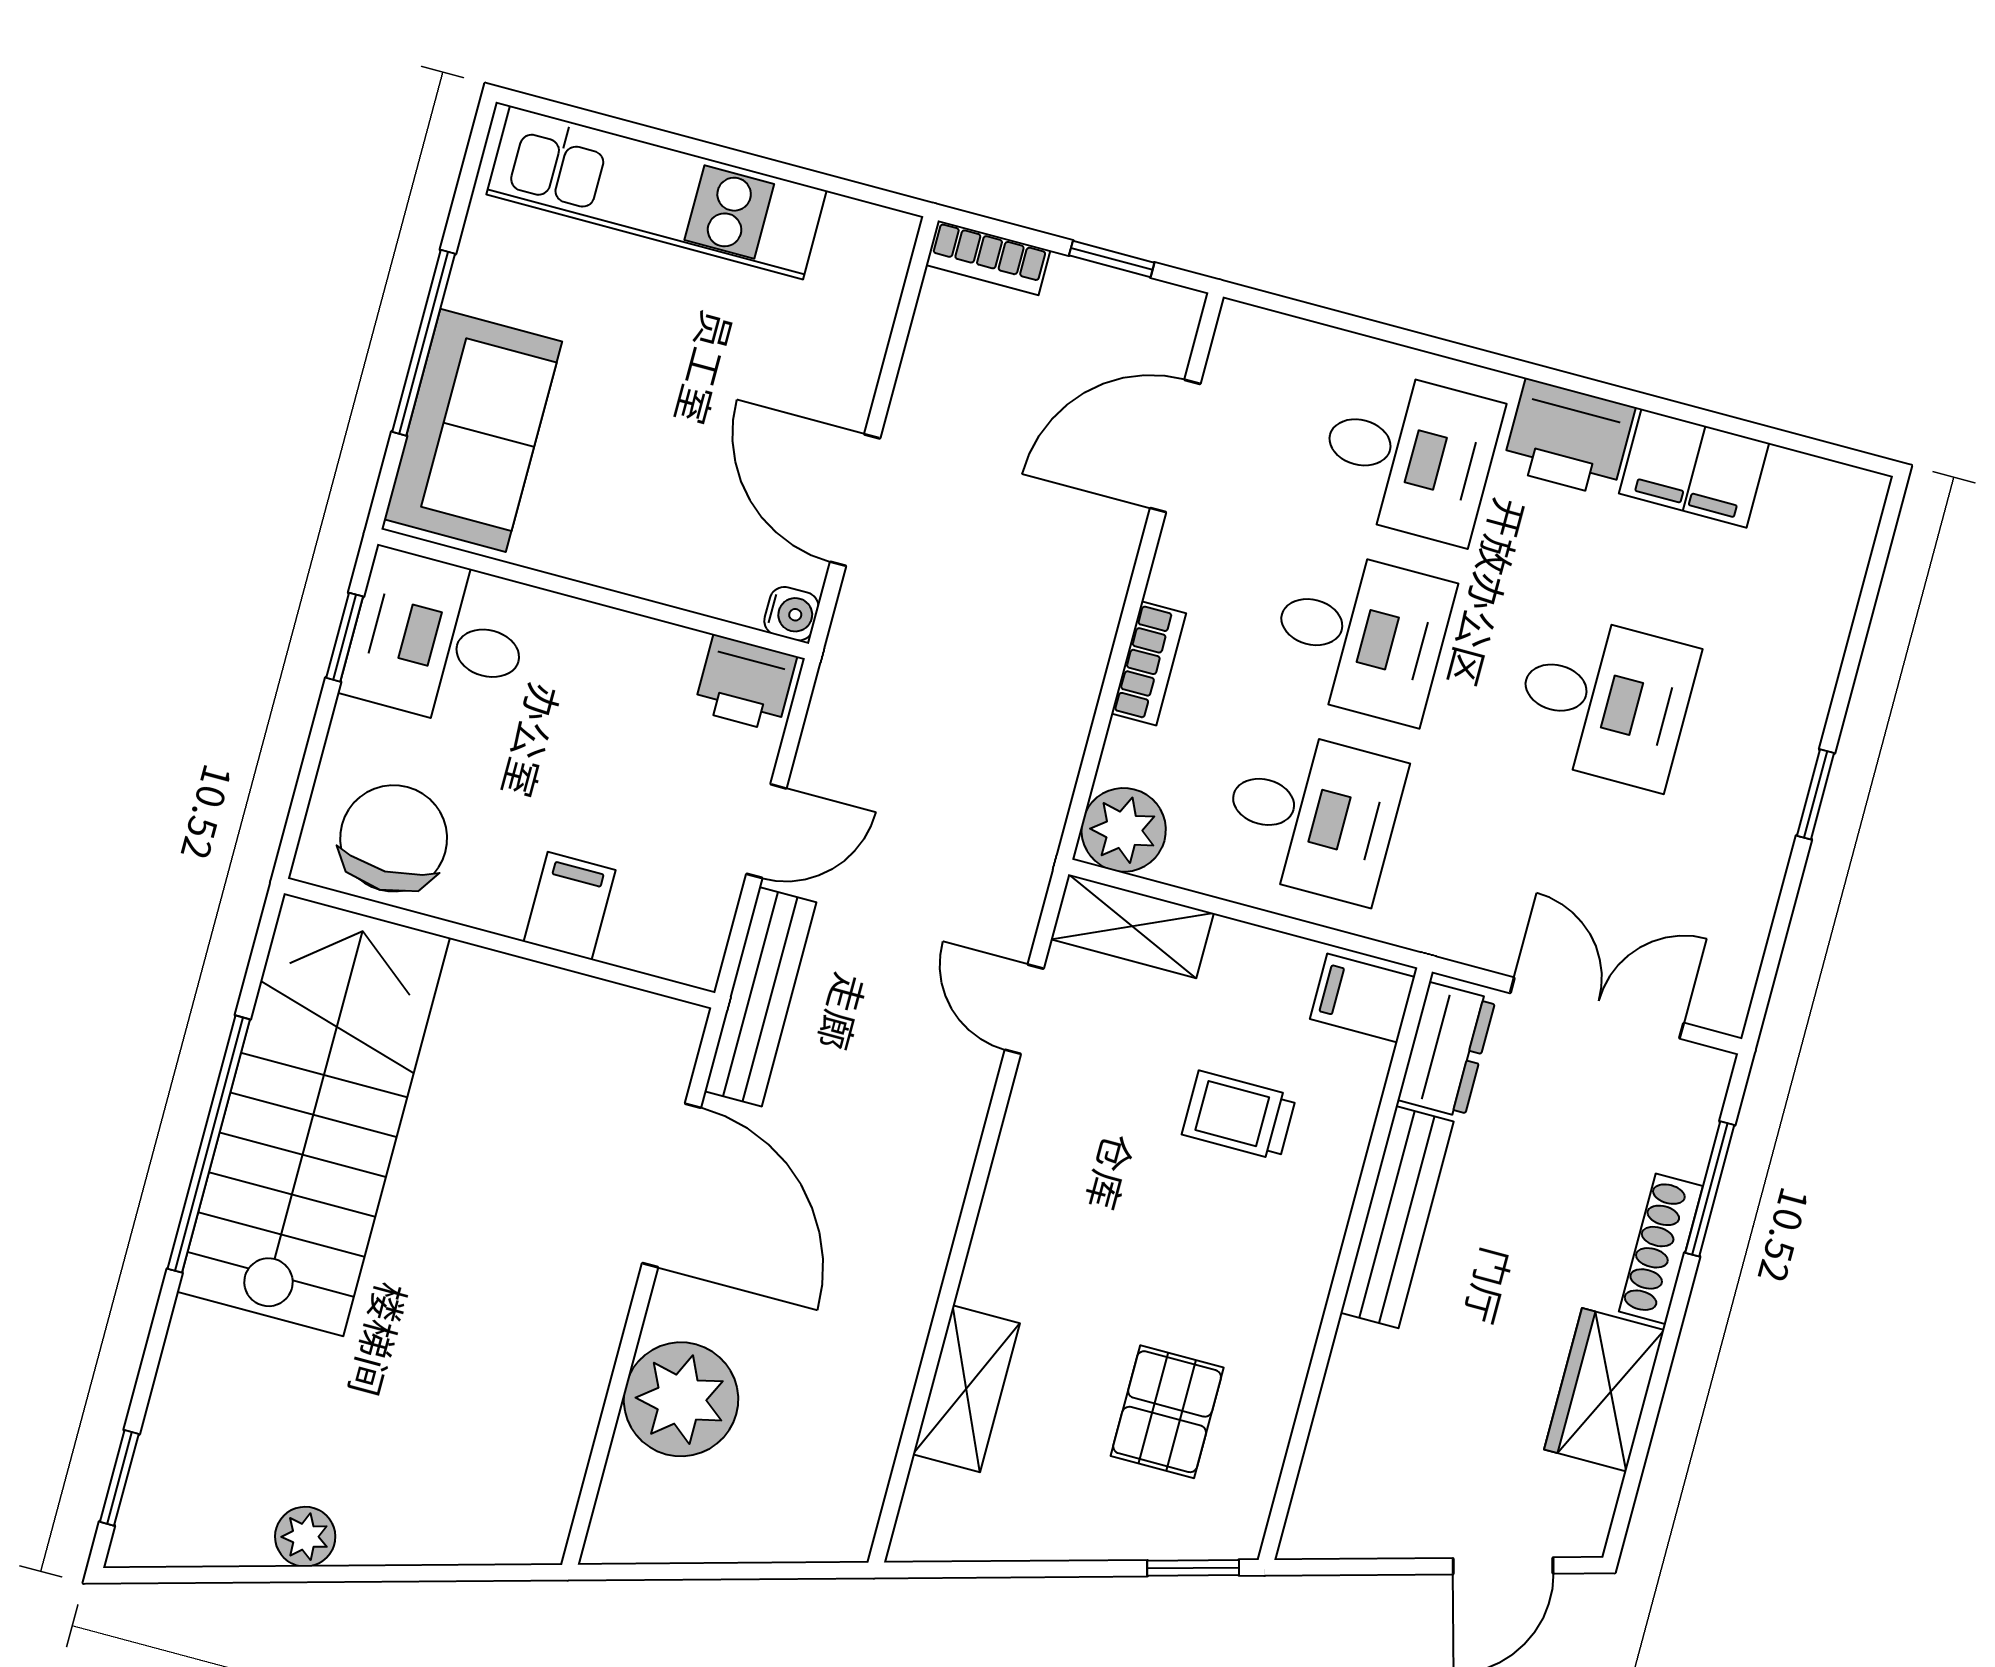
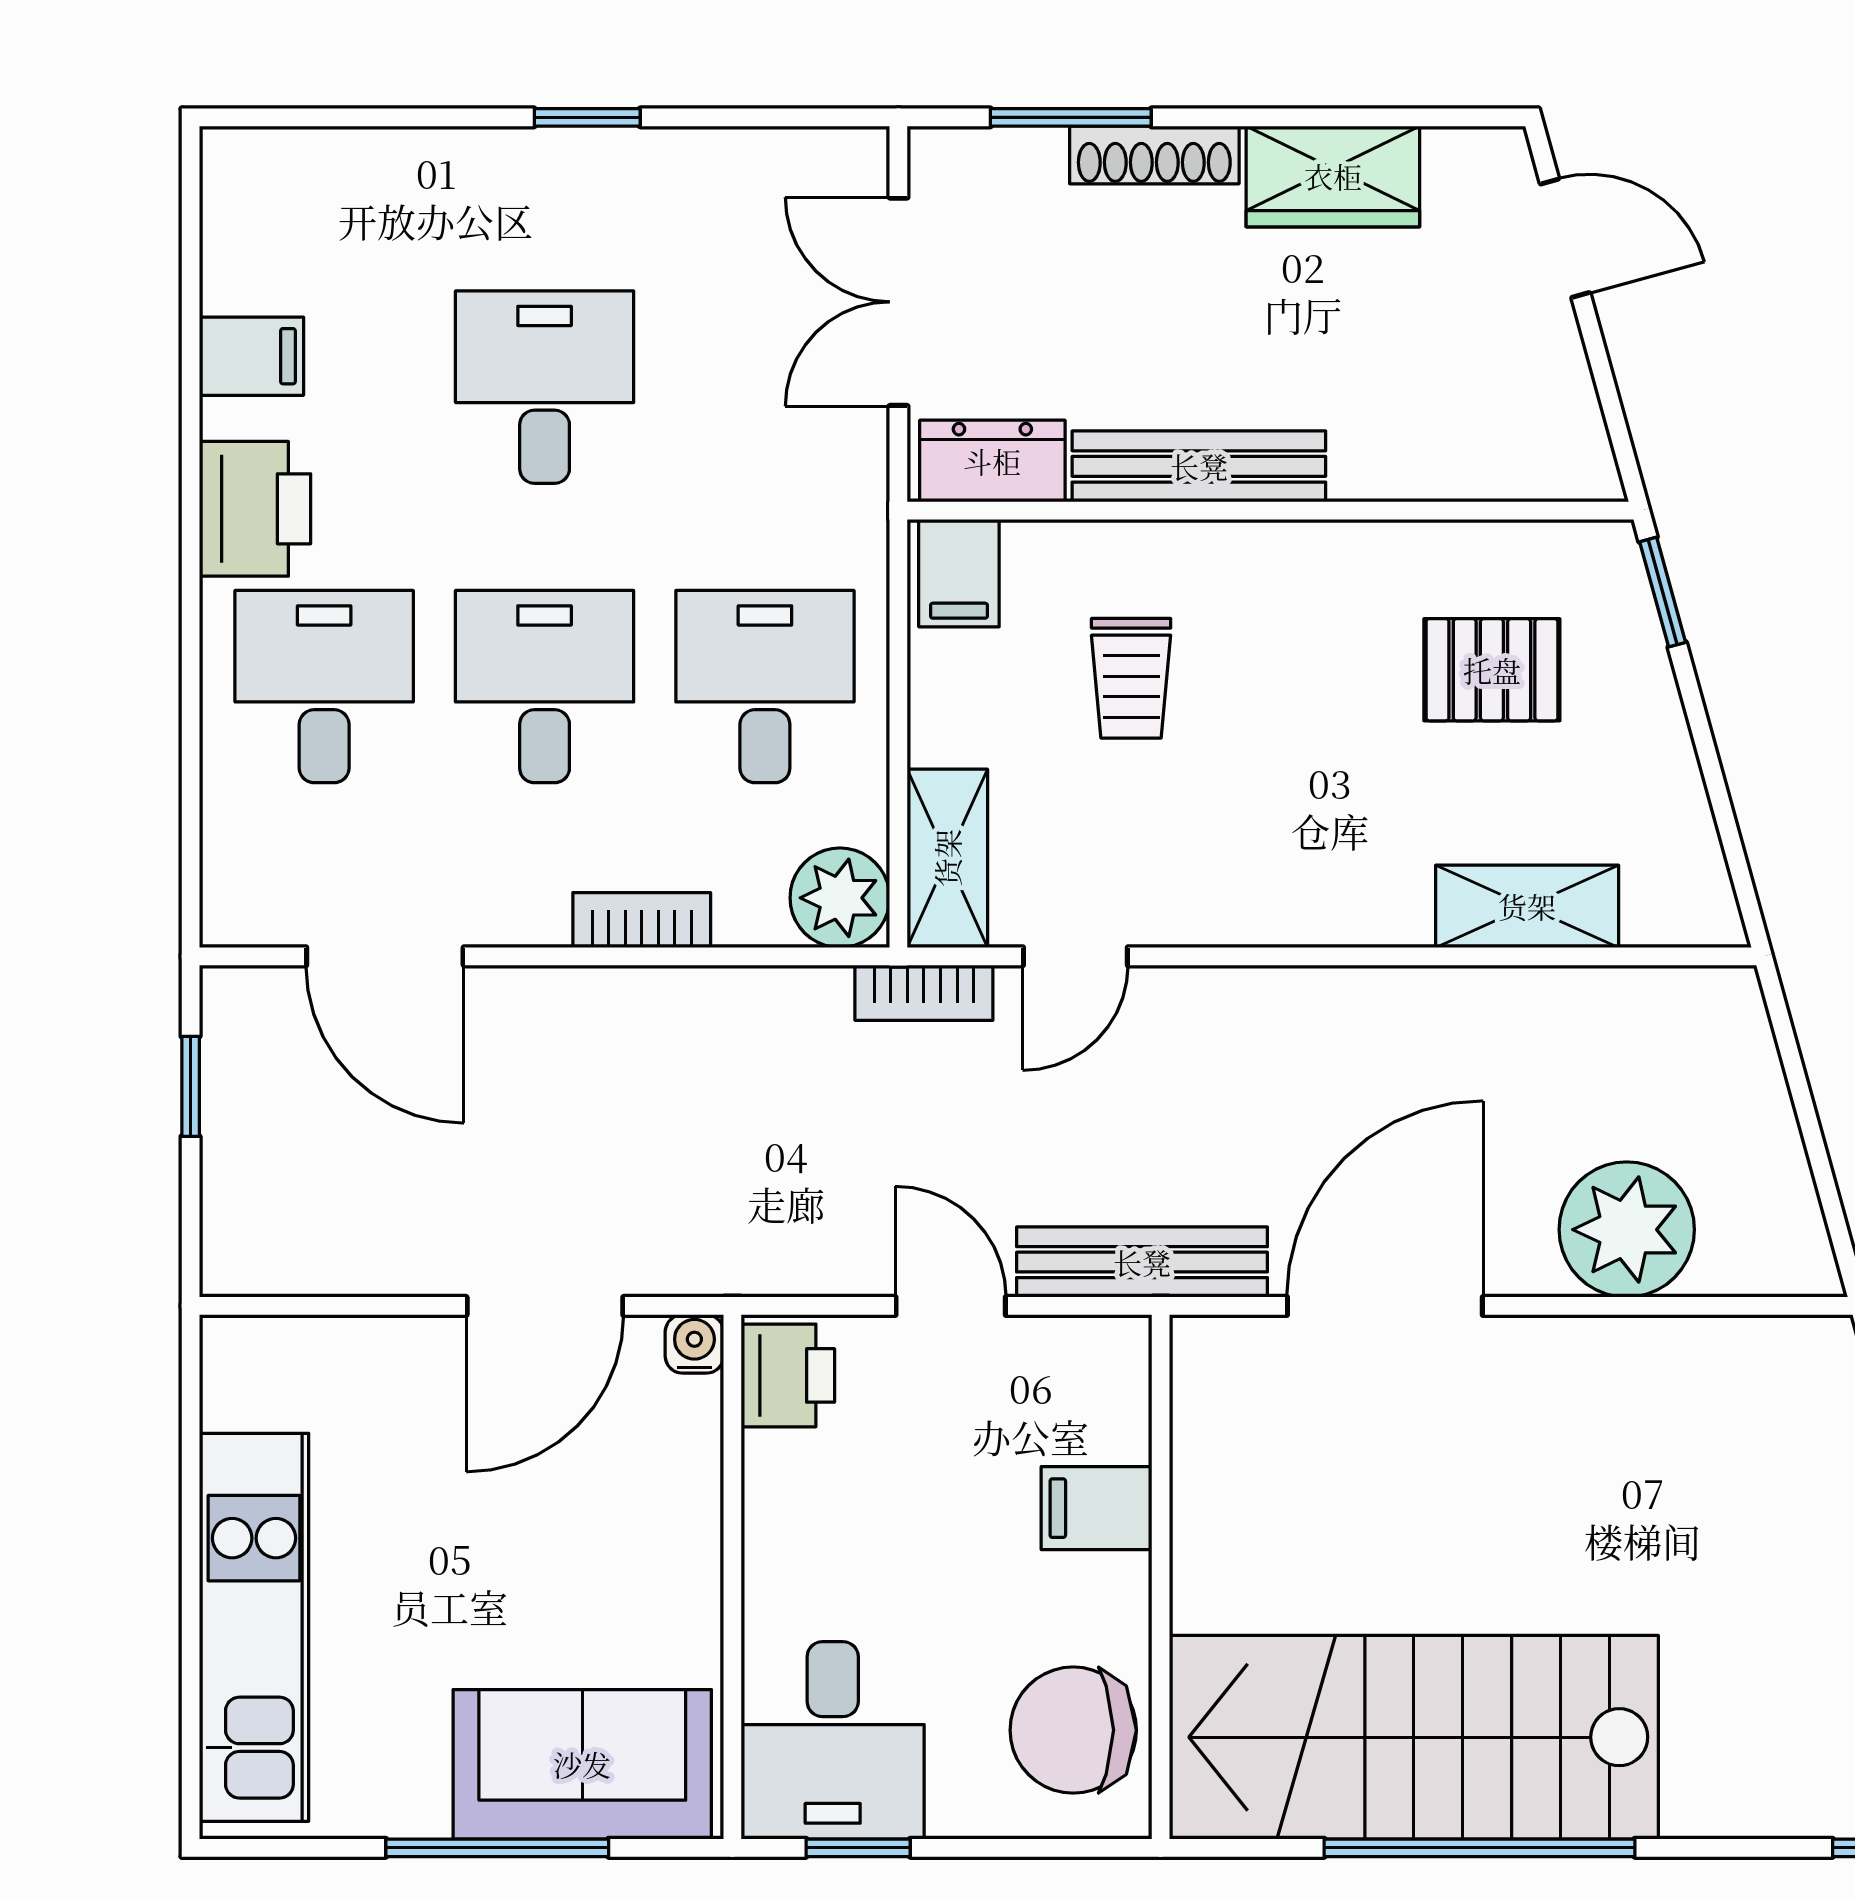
bookcase: (988, 258) -> (924, 993), moved, turned 90
filing cabinet: (1694, 468) -> (251, 356), width x0.50

